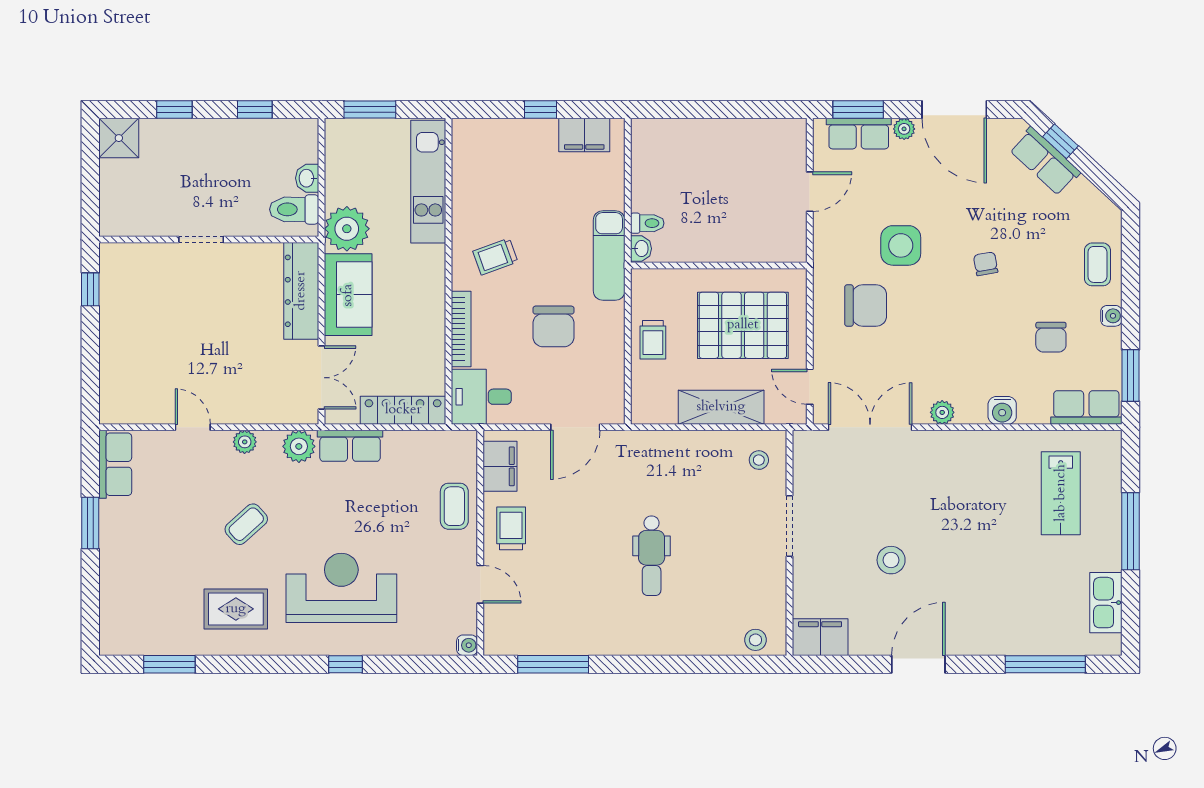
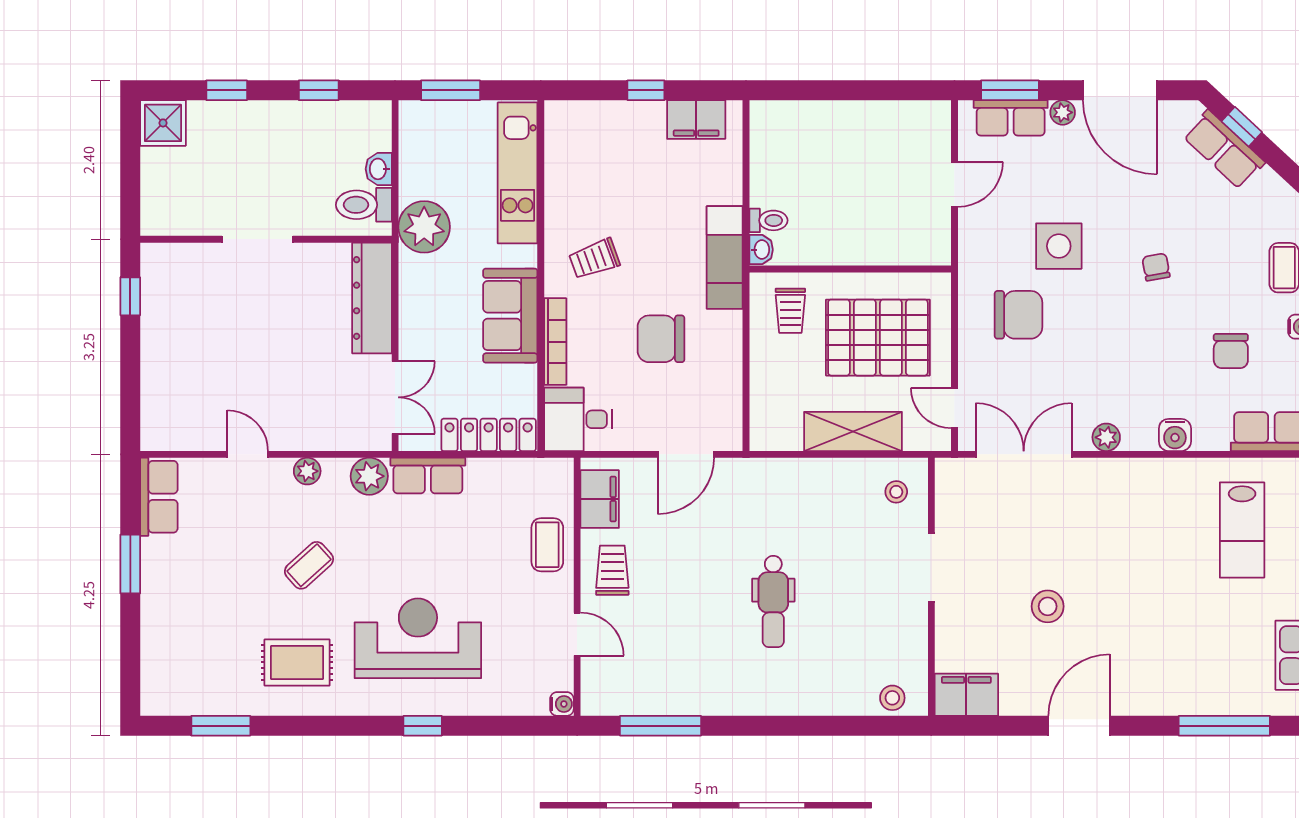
doorway: (201, 239) -> (257, 239), width x1.38
sofa: (348, 295) -> (510, 316), moved, turned 180
chair: (553, 326) -> (661, 339), turned 90
trolley: (653, 340) -> (790, 311), moved

